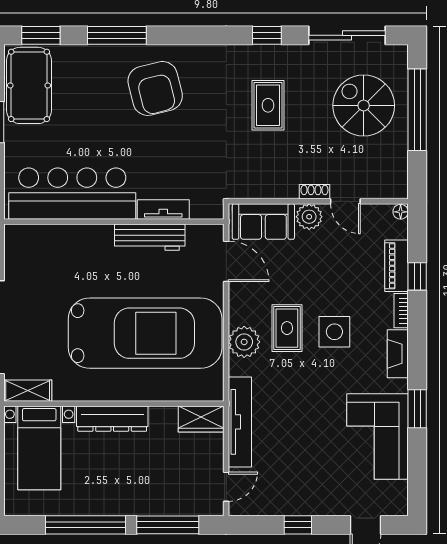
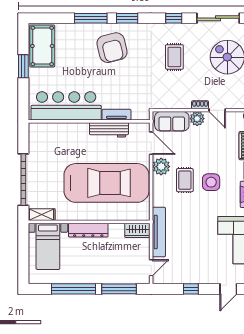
window: (41, 35) -> (127, 18), moved
plant: (244, 342) -> (161, 167), moved

